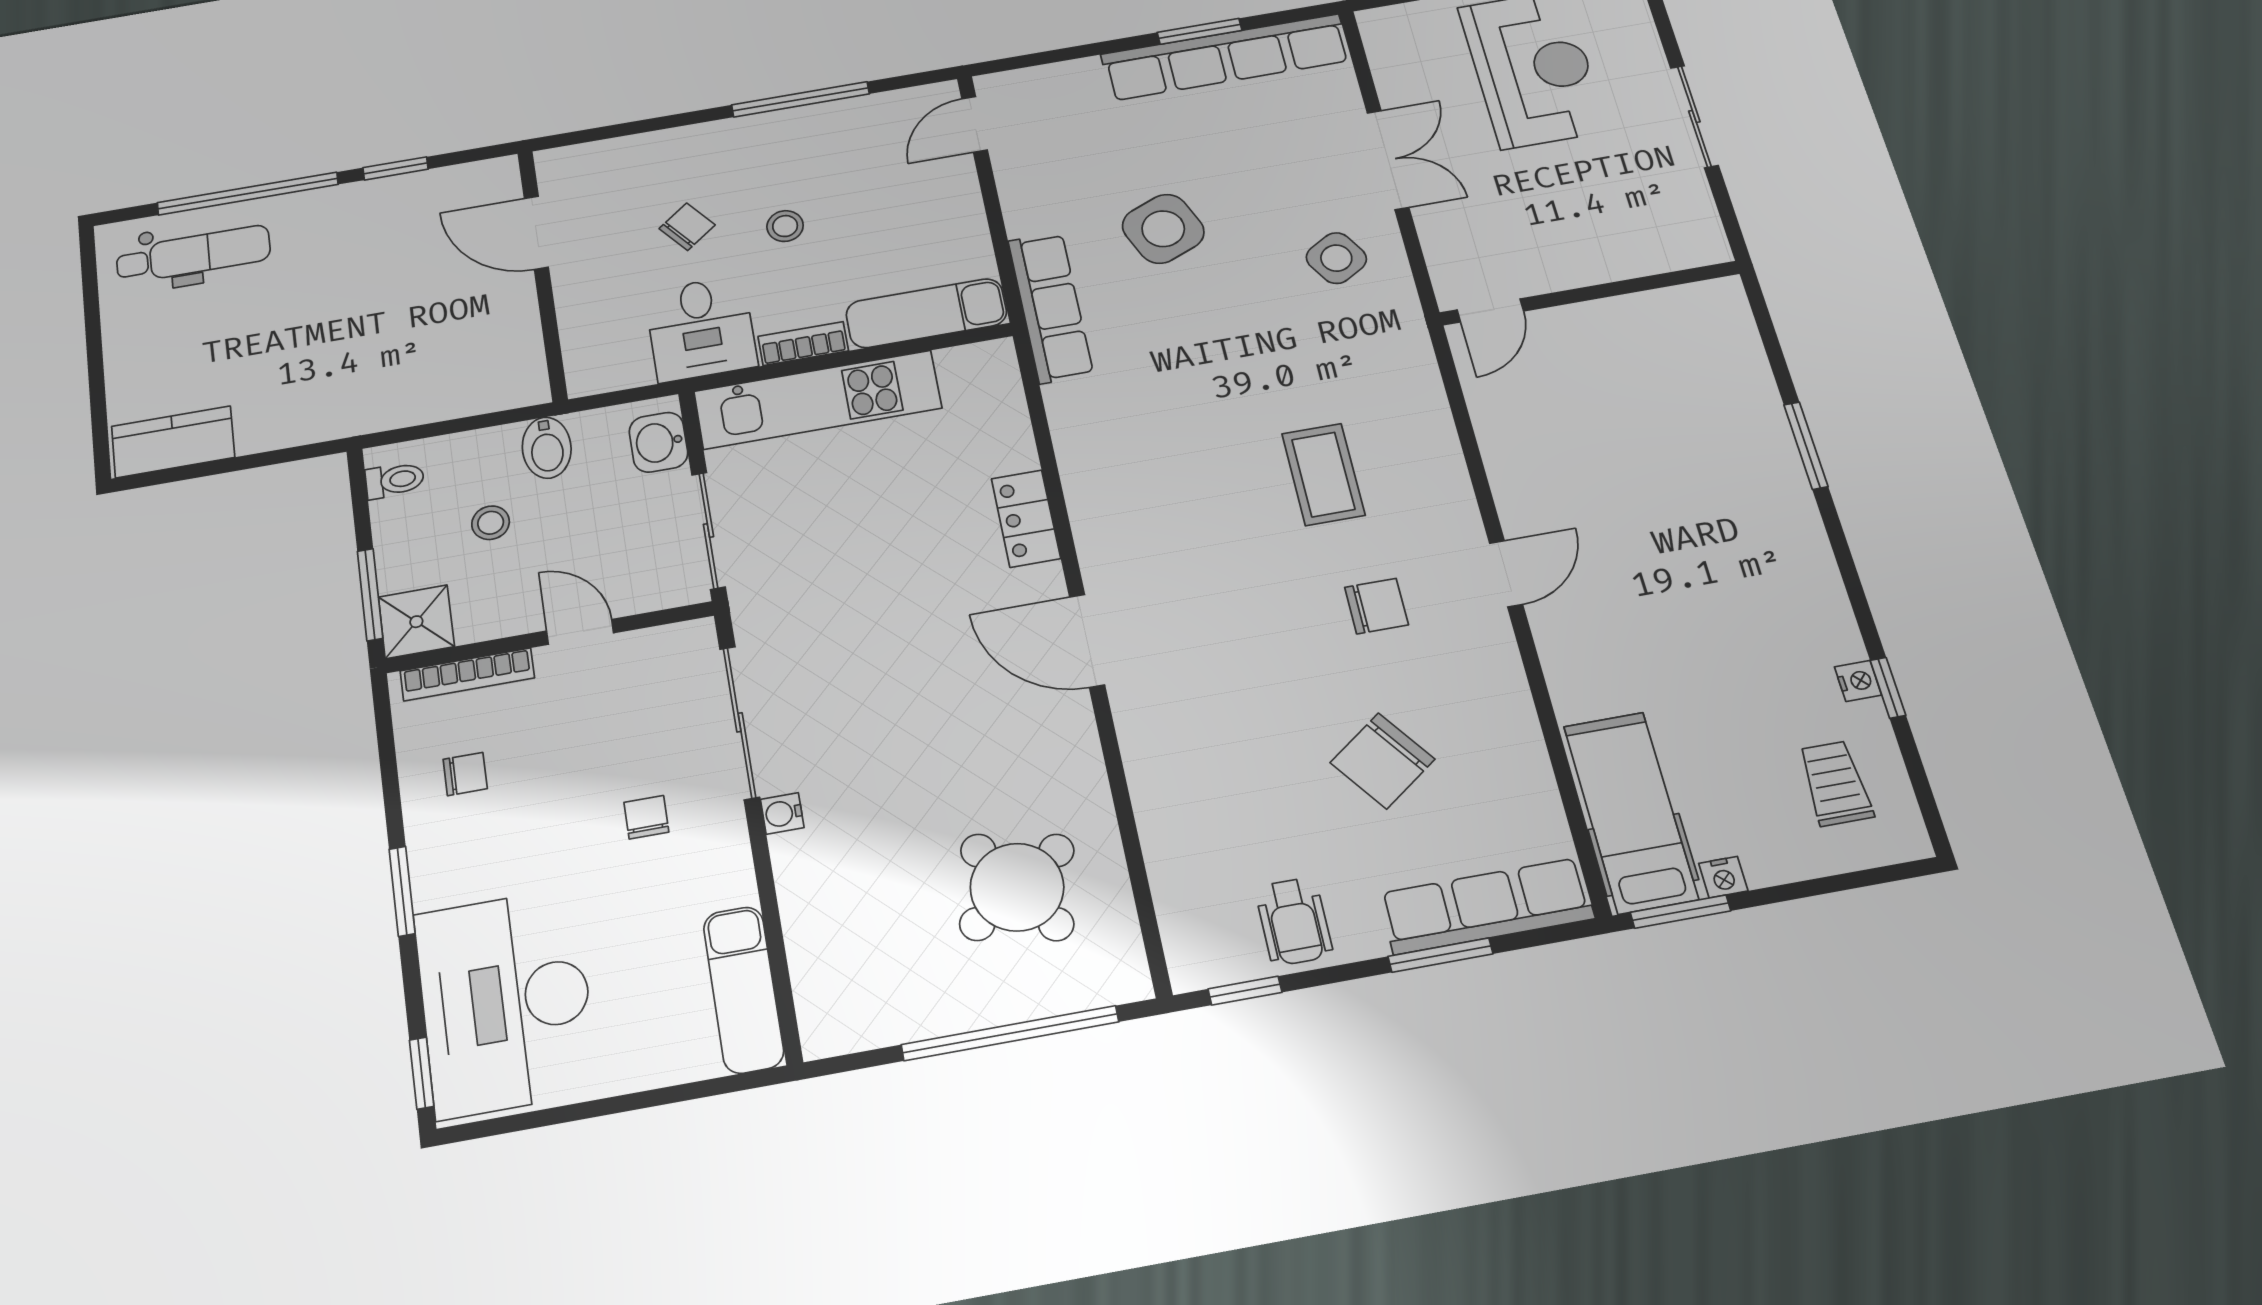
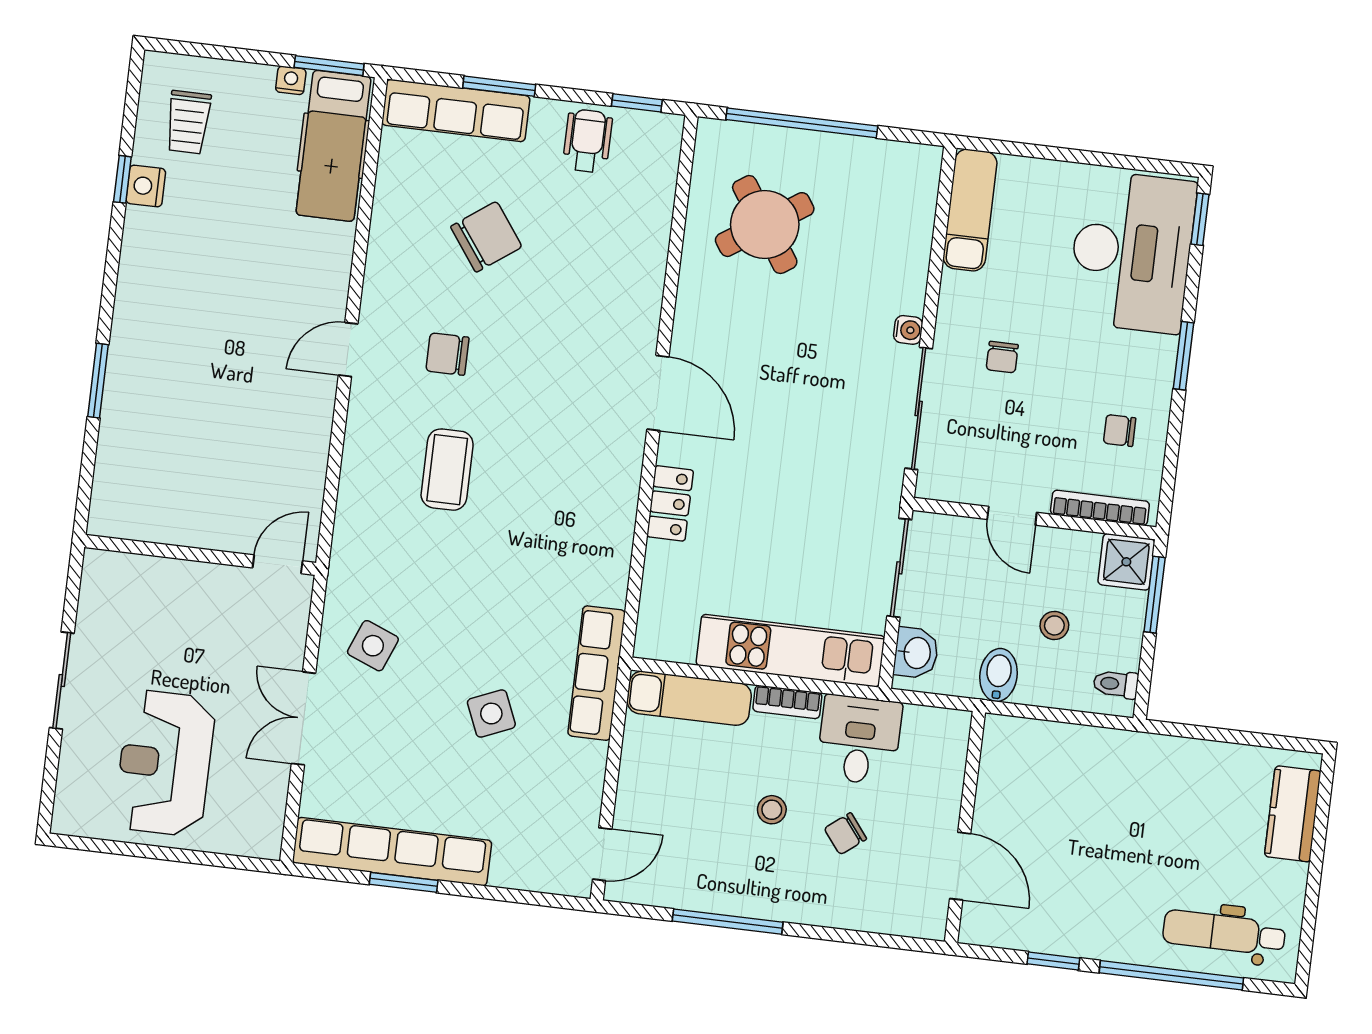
side table: (1163, 229) -> (491, 714), width x0.73, depth x0.73
side table: (1336, 258) -> (373, 646), turned -37
kitchen counter: (173, 442) -> (1293, 814), moved, turned 90
nightstand: (1858, 681) -> (146, 186), width x1.39, depth x1.35

